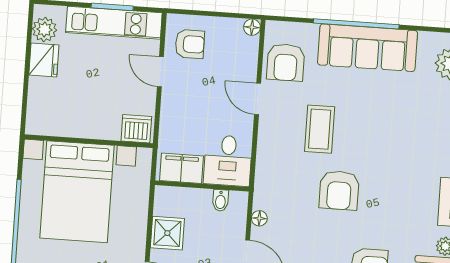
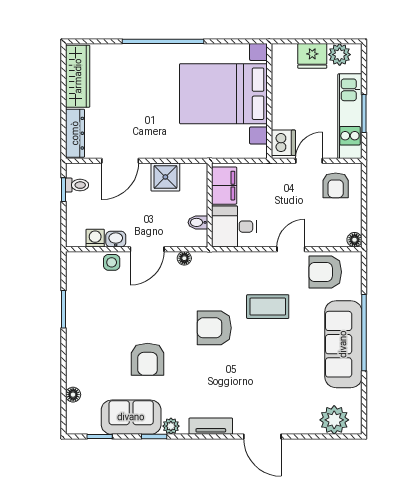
dishwasher: (136, 129) -> (283, 143), moved
wall: (89, 141) -> (269, 101), moved
bed with nightstands: (77, 192) -> (223, 94), moved

